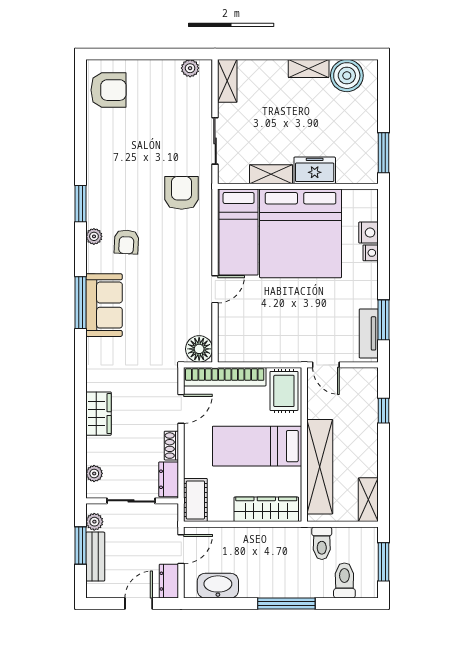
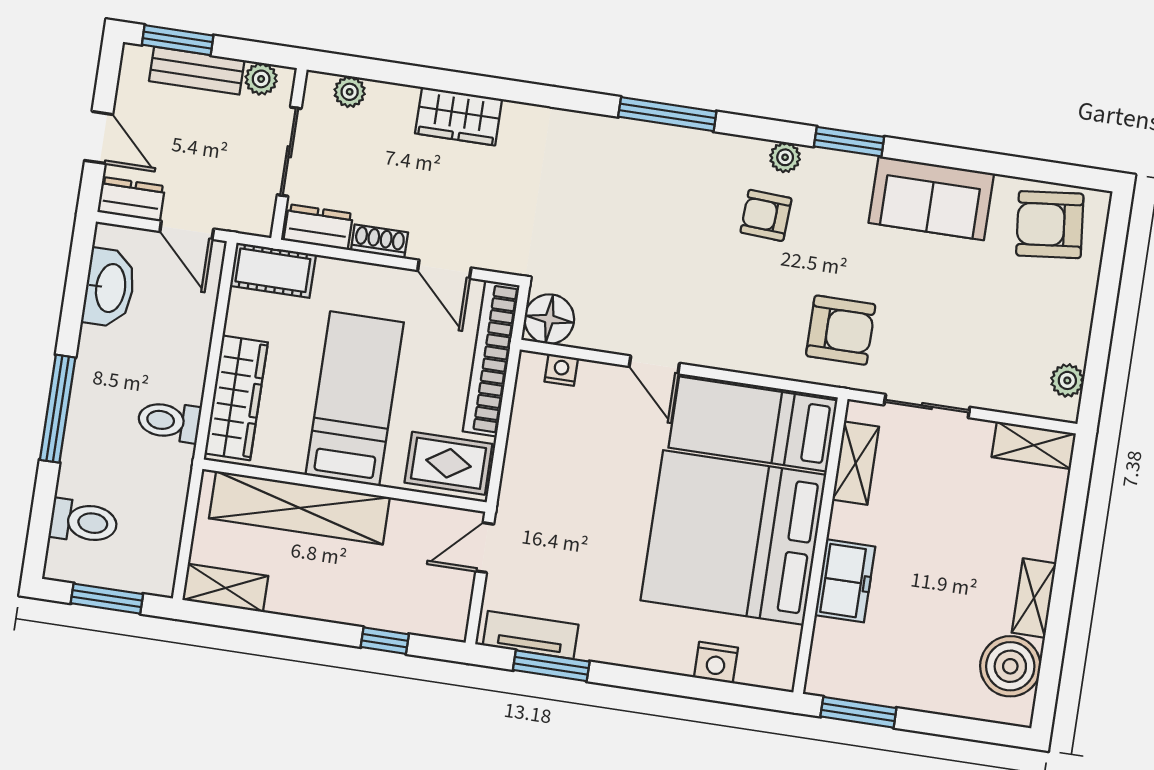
armchair: (109, 90) -> (1050, 225), turned 84
shelving: (271, 174) -> (856, 463), moved
nightstand: (371, 253) -> (561, 370), moved, turned 180
sofa: (104, 305) -> (931, 198), moved
toilet: (322, 543) -> (169, 421), moved
window: (81, 546) -> (178, 40), moved

